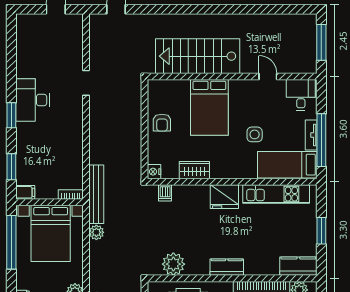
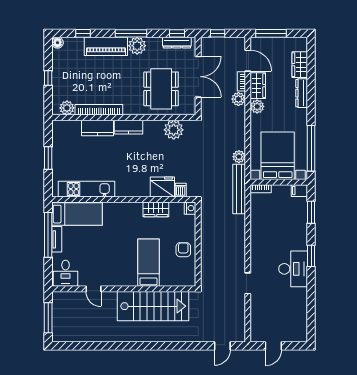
bed: (209, 107) -> (148, 263), width x0.67
side table: (255, 134) -> (105, 240), removed
fridge: (224, 197) -> (162, 187), moved
kitchen counter: (298, 266) -> (97, 128), moved

